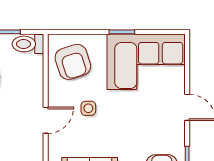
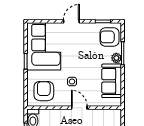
armchair: (73, 62) -> (44, 91), turned -72

